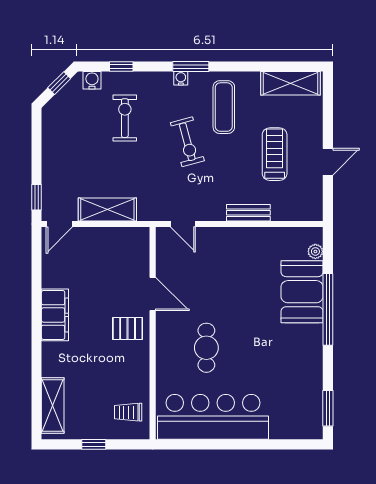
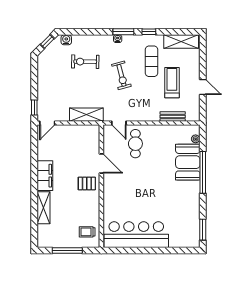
window: (121, 66) -> (149, 32), moved
exercise mat: (224, 107) -> (151, 61), moved
exercise bike: (125, 118) -> (85, 62), turned -89
door: (328, 162) -> (203, 87), hinge flipped
shelving: (107, 209) -> (86, 115), moved
bench: (248, 213) -> (173, 116), moved
cafe table: (206, 348) -> (135, 144), moved
shelving: (53, 406) -> (43, 208), moved
window: (94, 444) -> (67, 251), width x2.17

